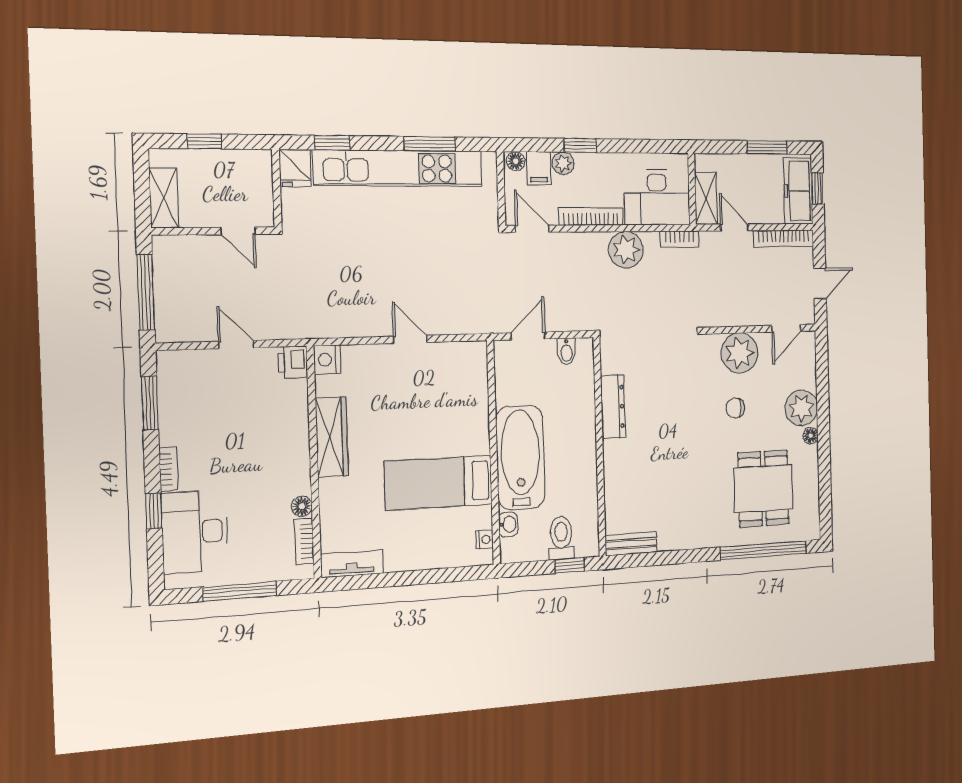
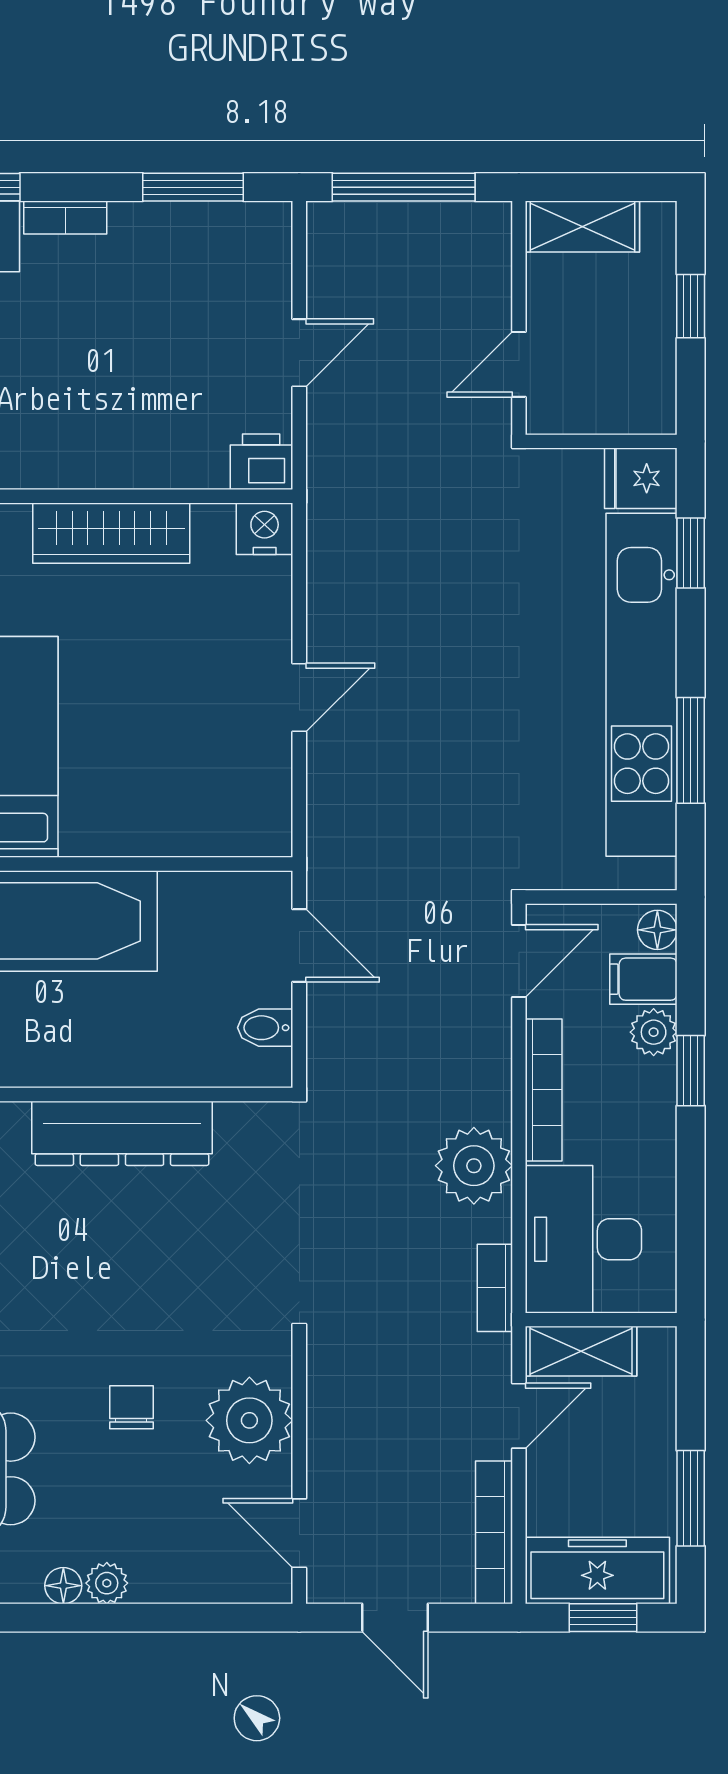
dresser: (613, 407) -> (122, 1133), width x1.37, depth x1.24
plant: (801, 408) -> (107, 1583), width x0.53, depth x0.53

